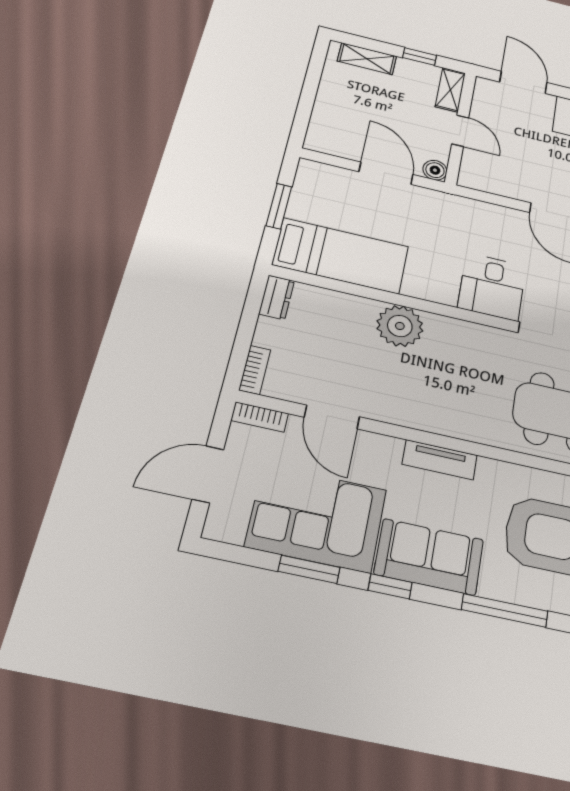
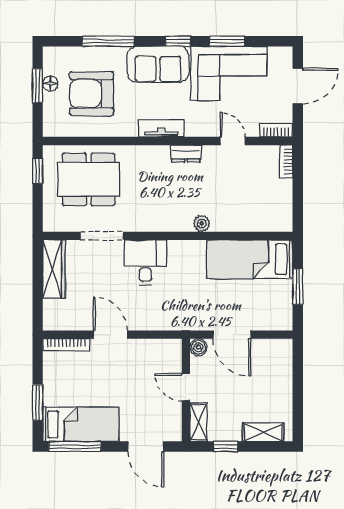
dresser: (277, 297) -> (186, 154), moved, turned -90
plant: (400, 326) -> (202, 224), width x0.53, depth x0.53
door: (332, 417) -> (233, 141), width x0.73

